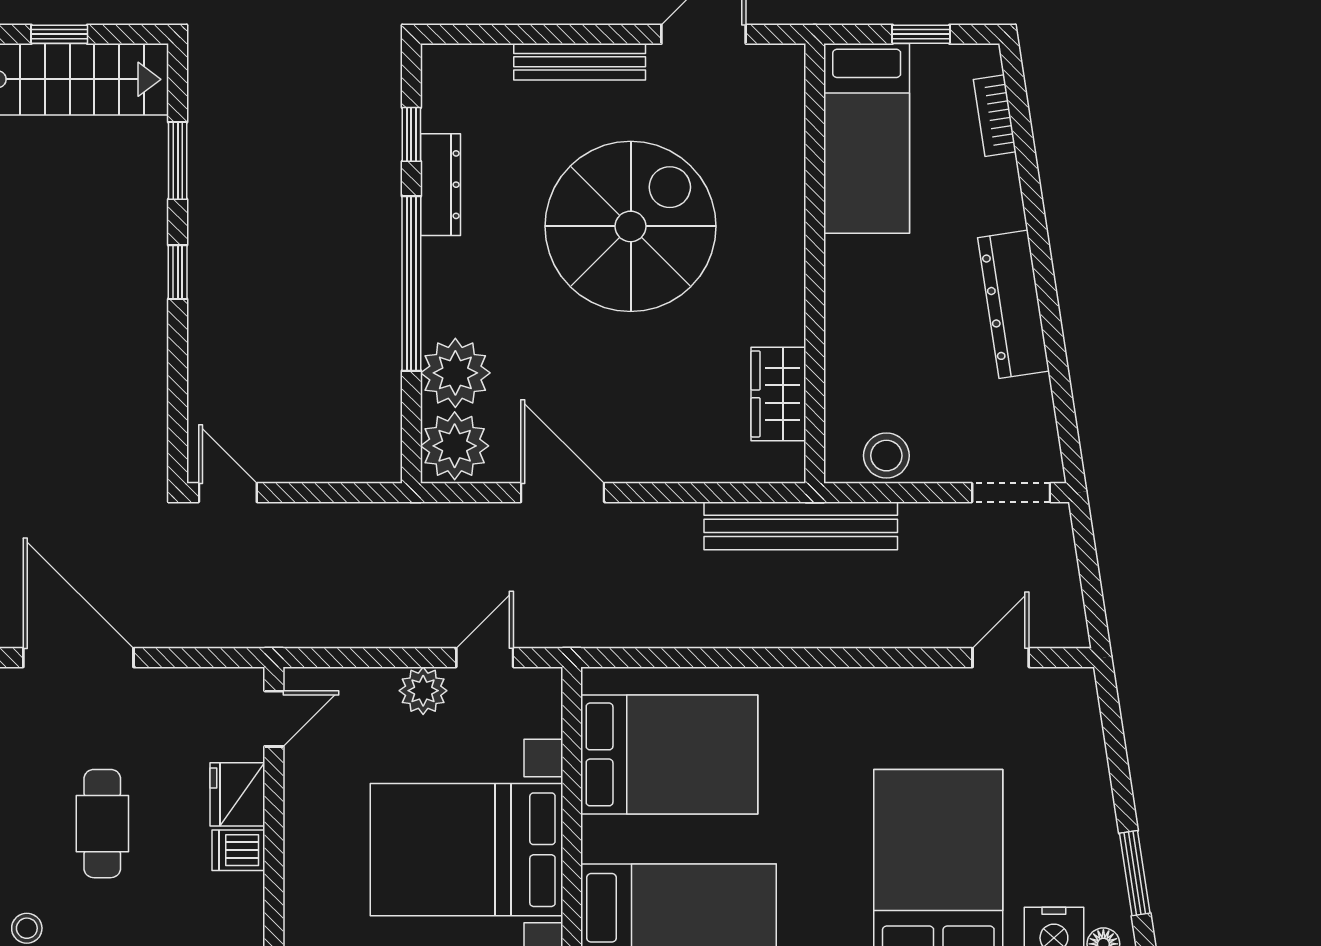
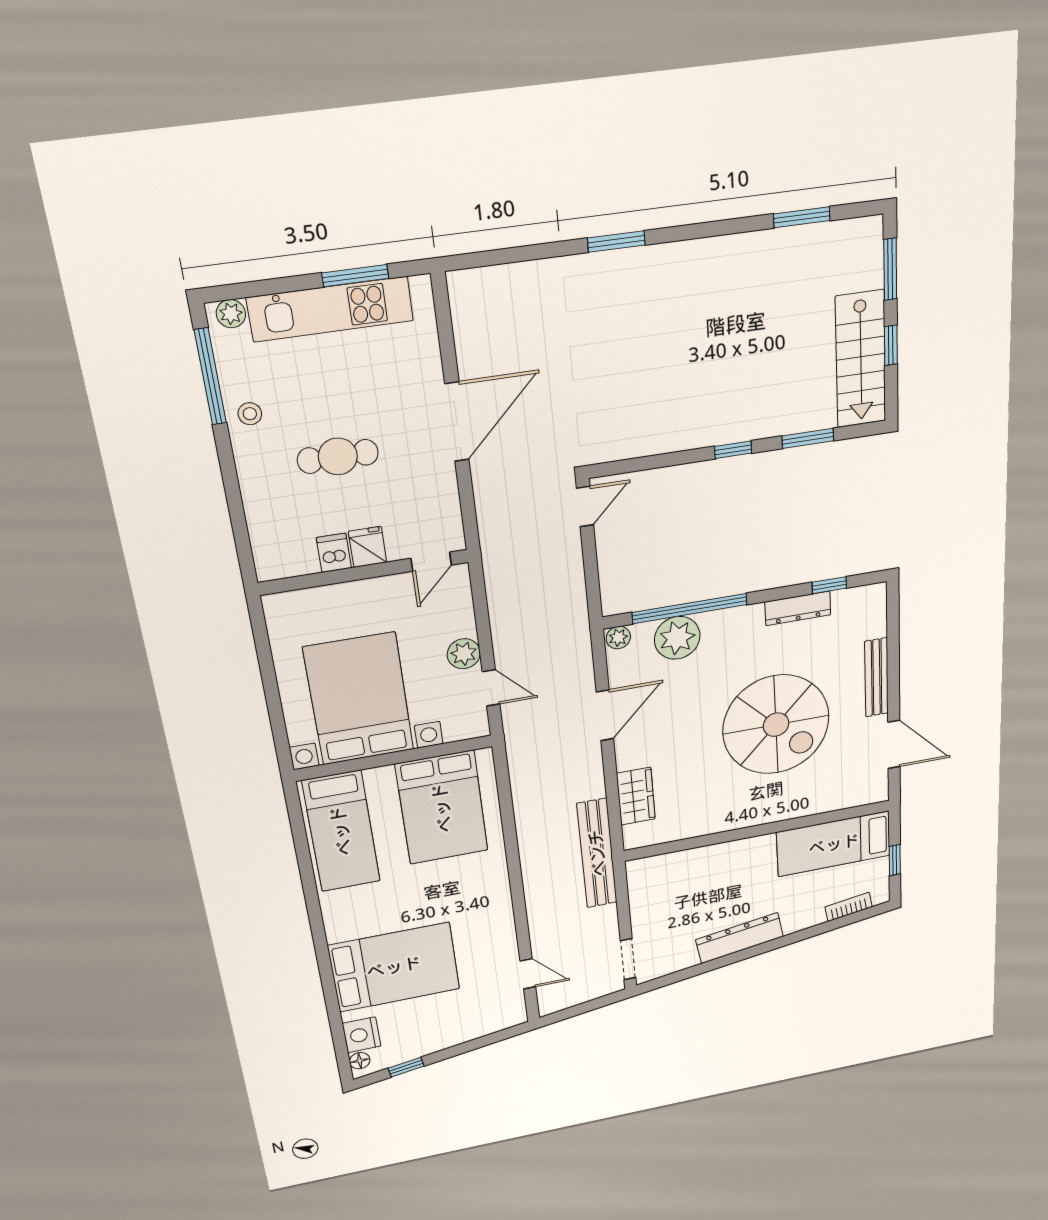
window: (411, 283) -> (690, 609), moved
wardrobe: (778, 394) -> (636, 796), moved, turned 90
plant: (455, 446) -> (618, 638), width x0.53, depth x0.53
stool: (886, 456) -> (645, 891), removed
door: (274, 719) -> (431, 562), hinge flipped
fridge: (237, 794) -> (368, 547), width x0.72
window: (1135, 873) -> (406, 1067), width x0.67

